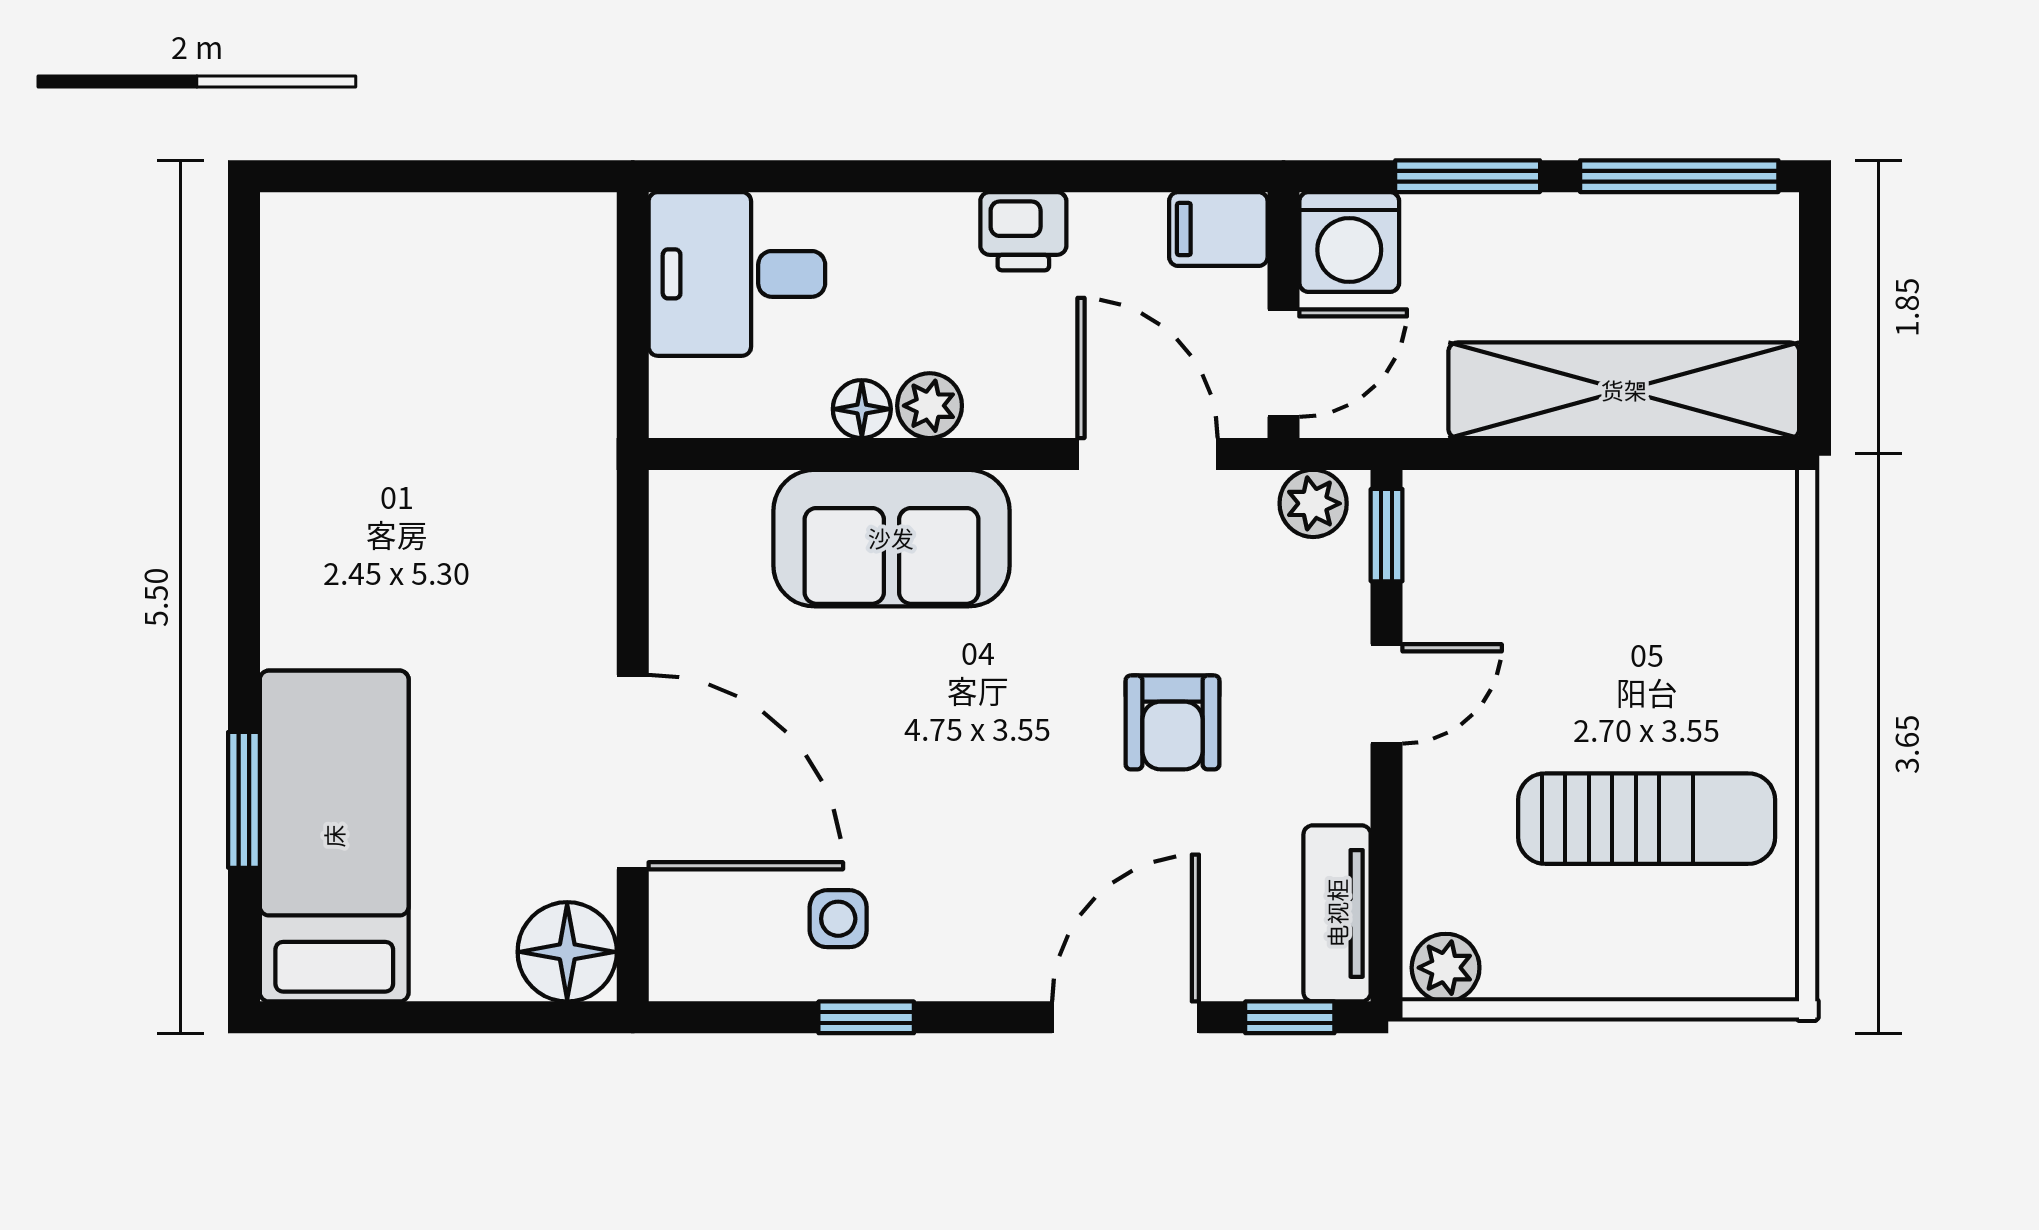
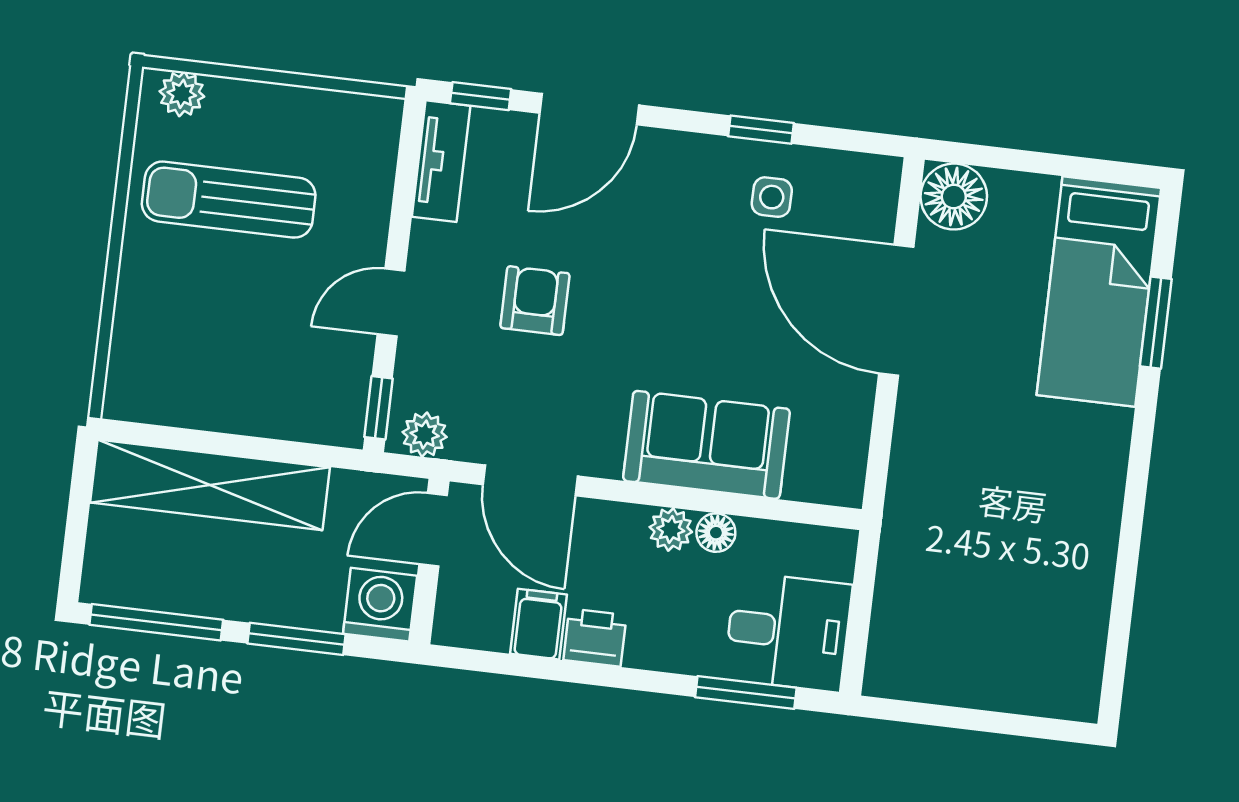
window: (789, 176) -> (746, 693), added
filing cabinet: (1218, 229) -> (539, 624), moved, turned -90
plant: (1446, 968) -> (182, 94), moved

